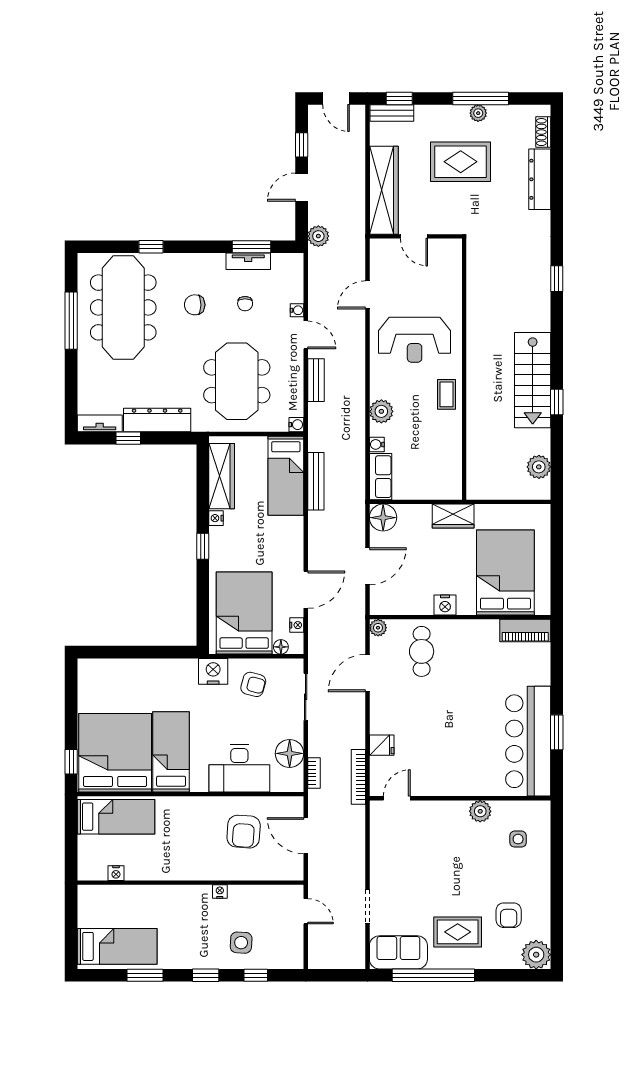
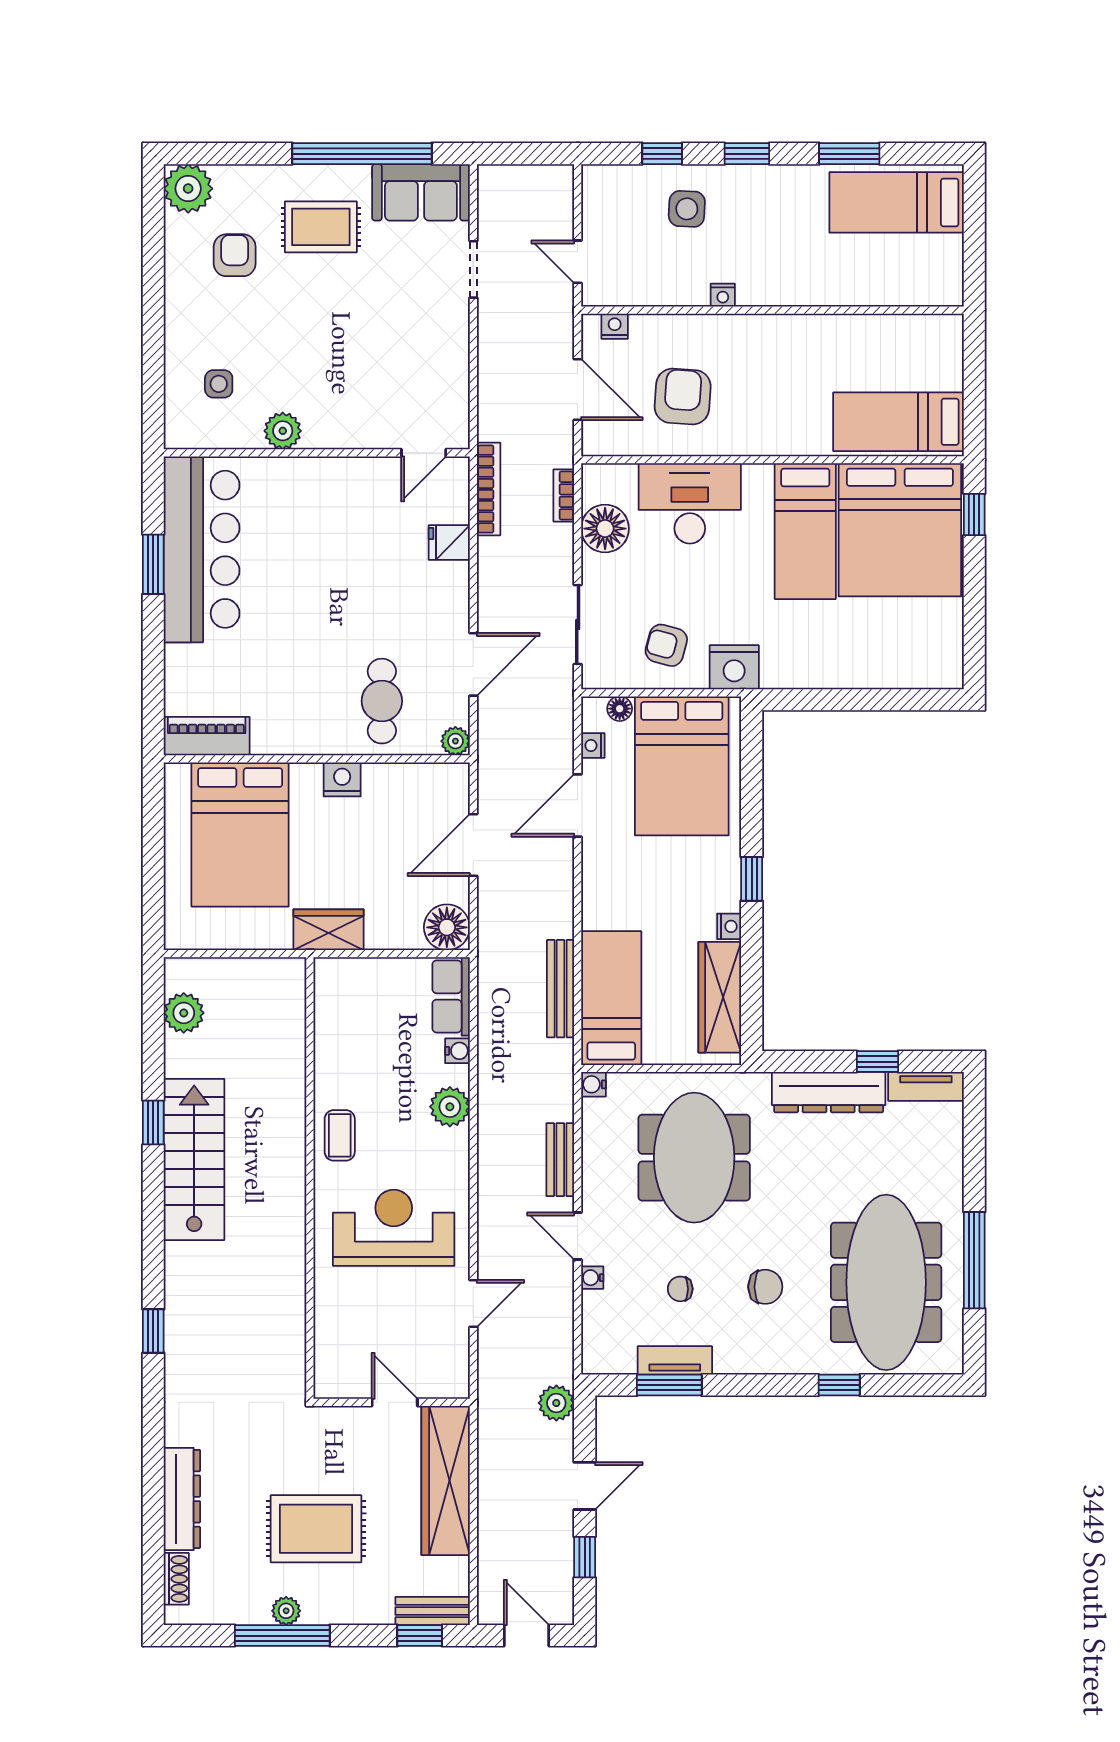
chair: (245, 304) -> (680, 1289), turned -90
nightstand: (116, 873) -> (615, 326), moved

